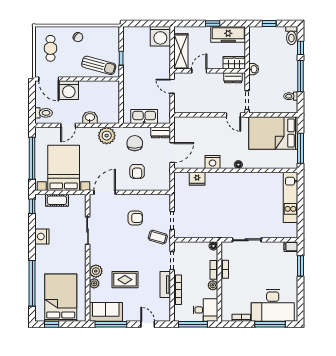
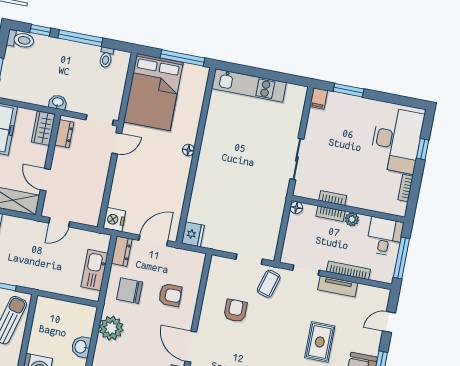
door: (172, 153) -> (153, 241), hinge flipped
nightstand: (213, 162) -> (114, 220), moved, turned 180
fridge: (197, 179) -> (193, 234), moved
window: (270, 324) -> (423, 149), width x0.46

